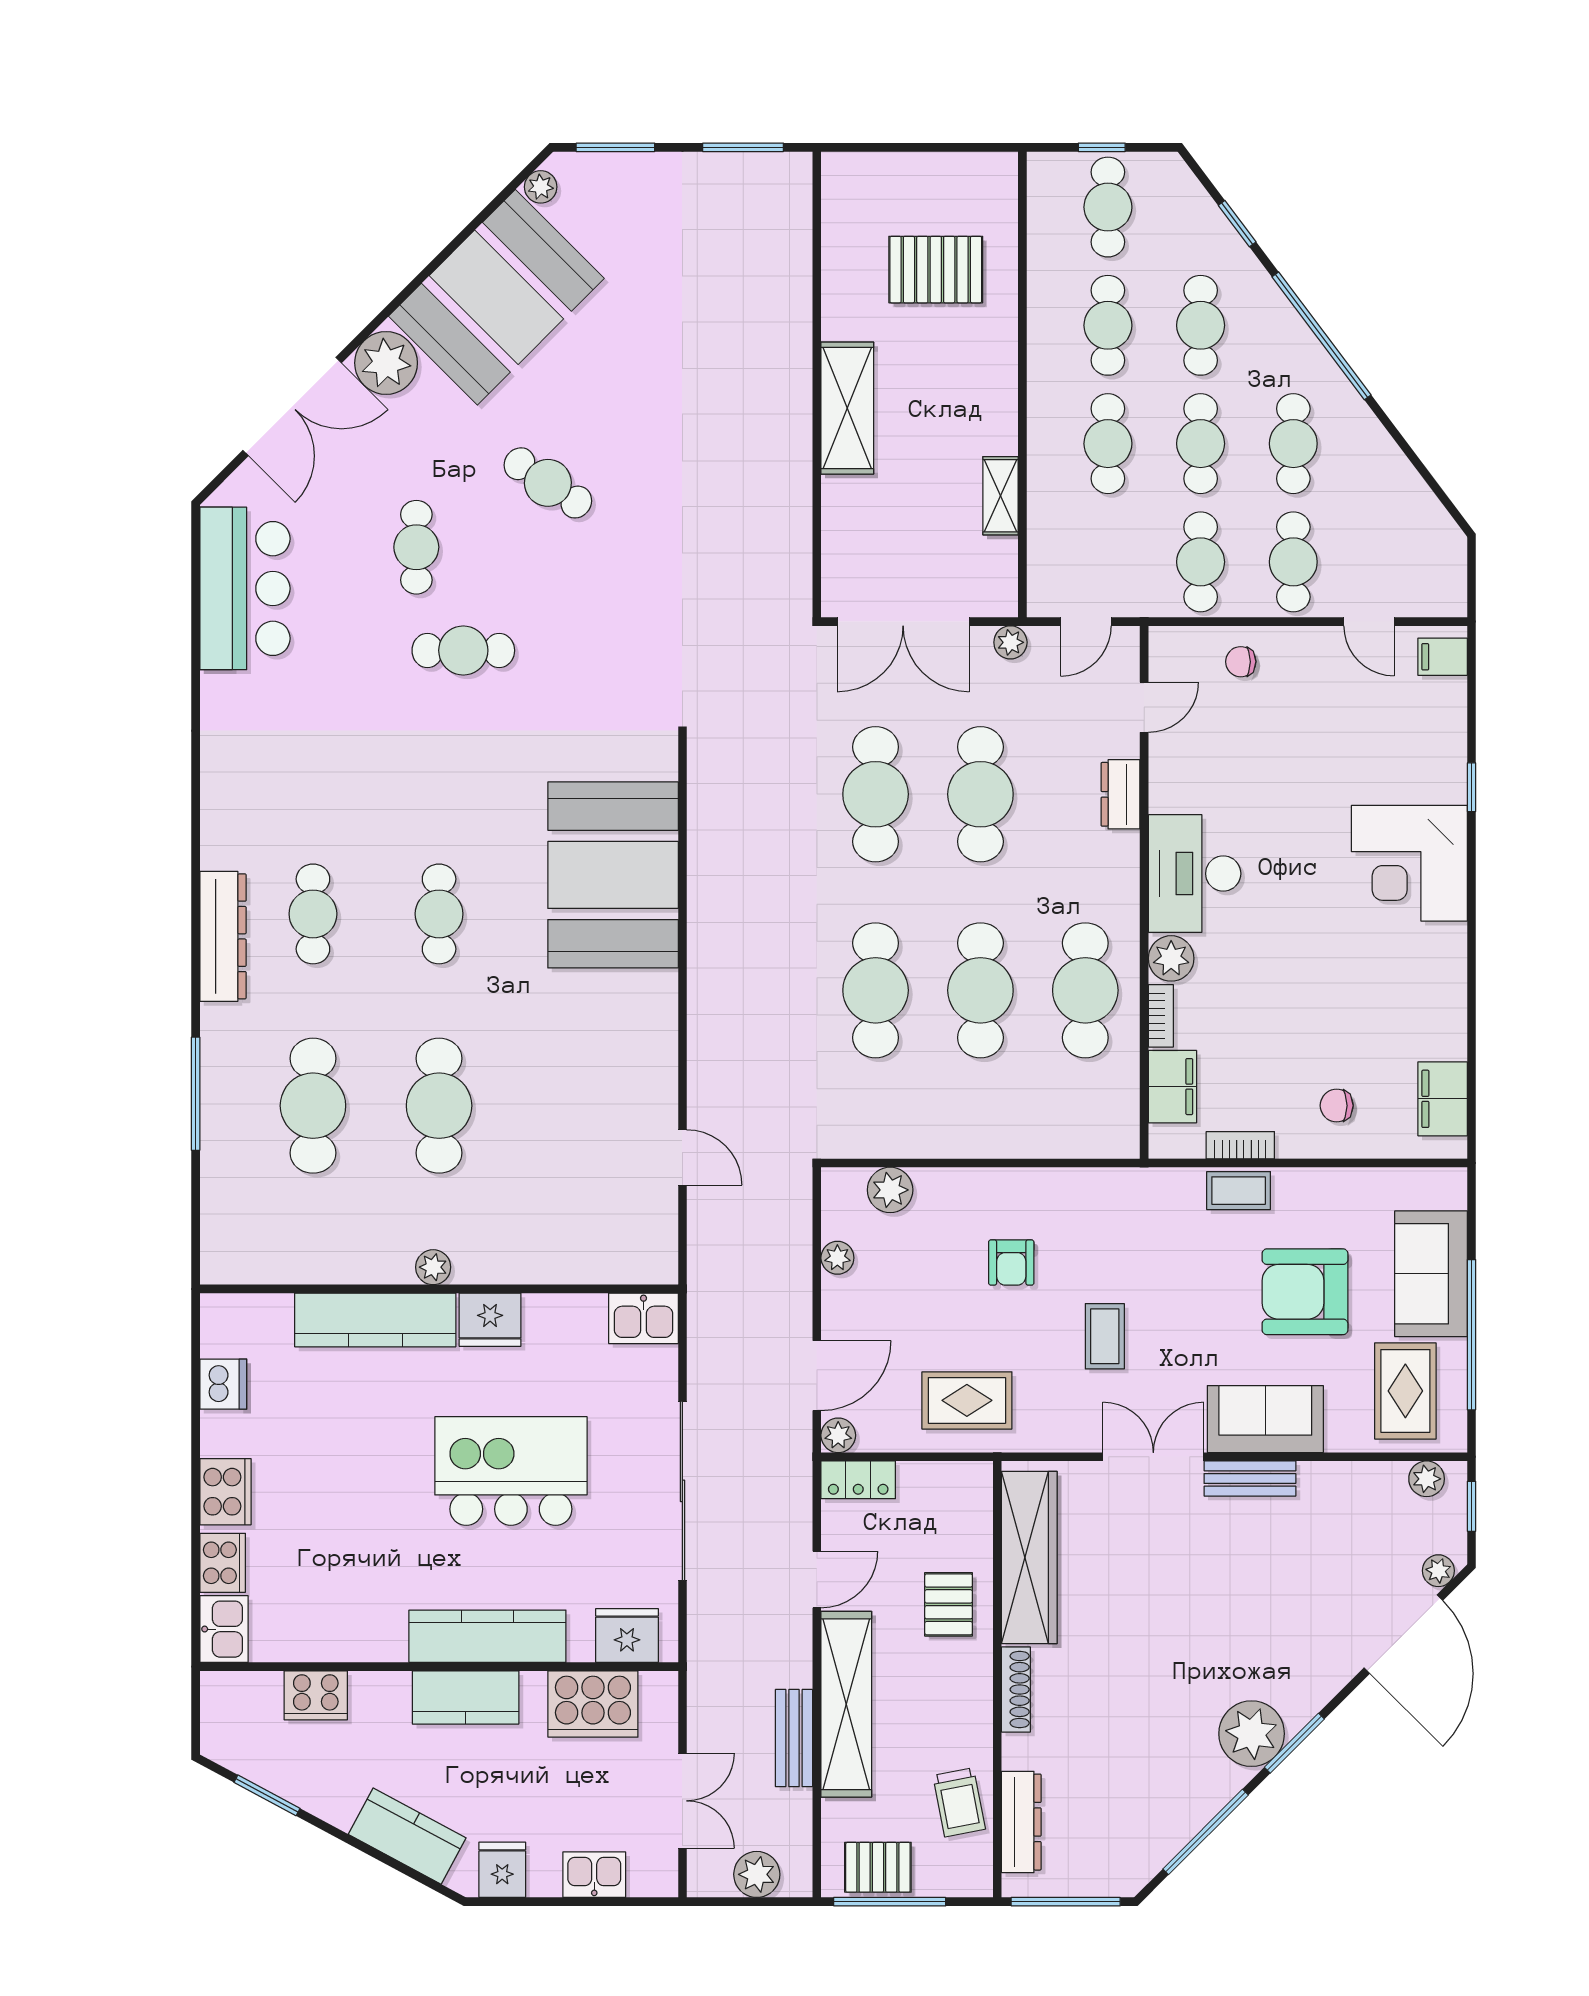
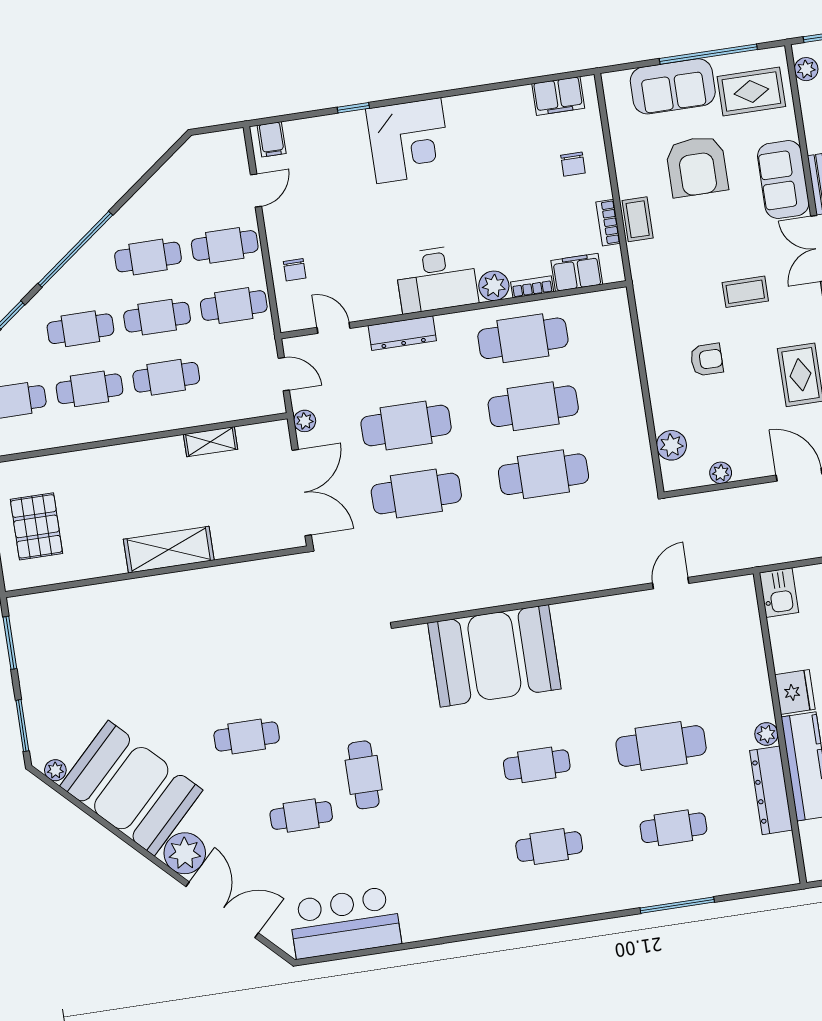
pallet: (936, 270) -> (36, 526), moved
cafe table: (548, 483) -> (247, 736), turned 56
dresser: (1120, 794) -> (402, 333), width x1.44
dresser: (223, 936) -> (771, 790), moved, turned -90
cafe table: (313, 1106) -> (673, 828), width x0.73, depth x0.74

